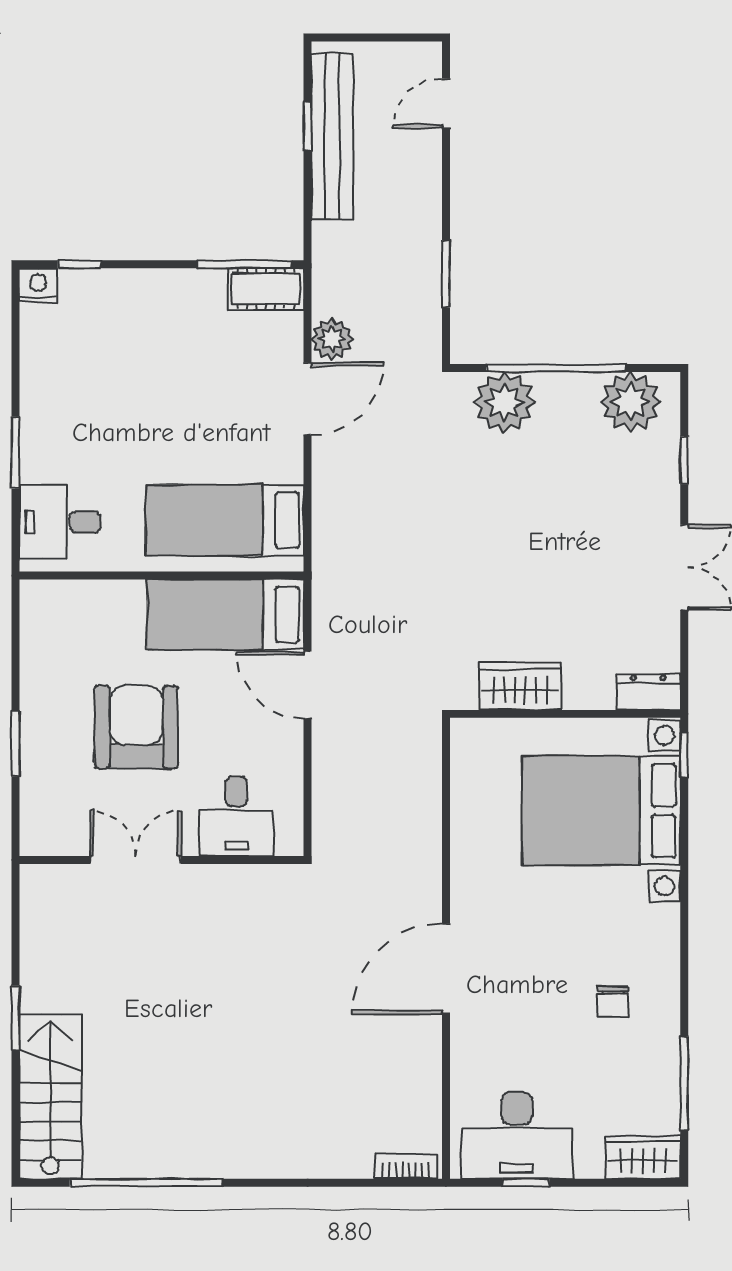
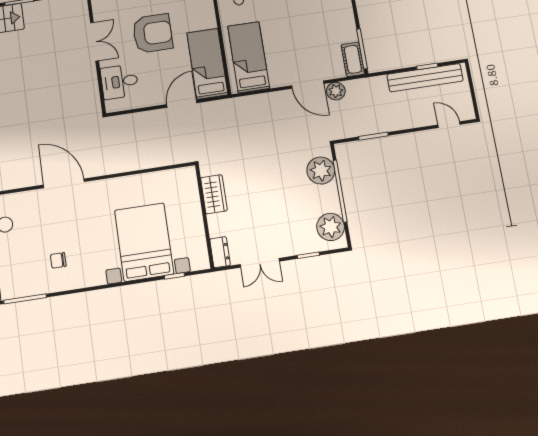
wardrobe: (520, 686) -> (214, 194), moved
dresser: (648, 692) -> (220, 252), moved
wall: (565, 714) -> (204, 216), moved

